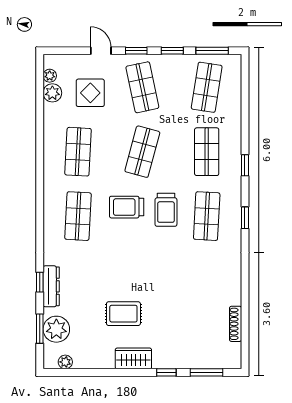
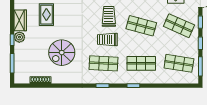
shop shelf: (142, 87) -> (179, 26), turned 36
spiral stairs: (188, 288) -> (62, 53), added
plant: (162, 360) -> (19, 37), added

